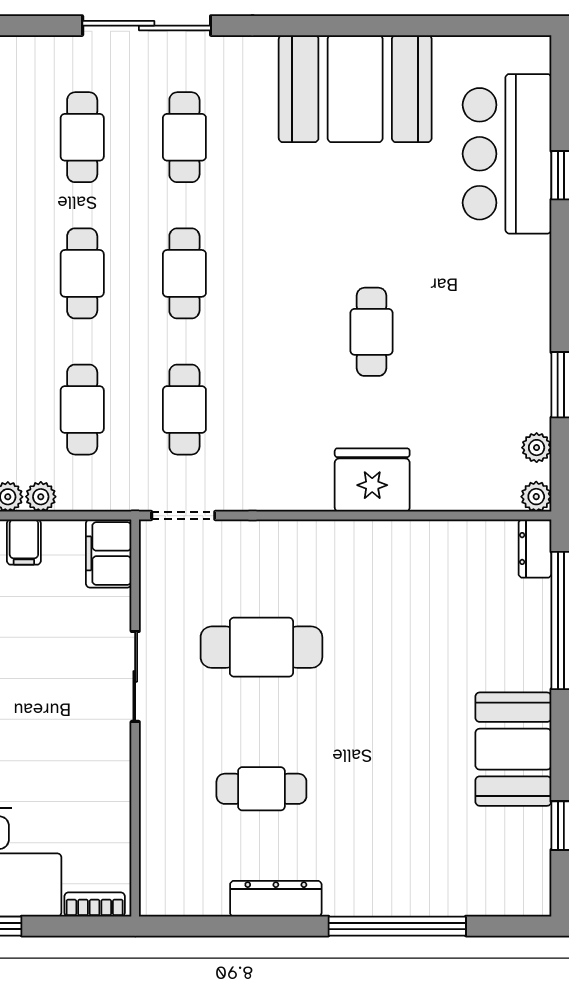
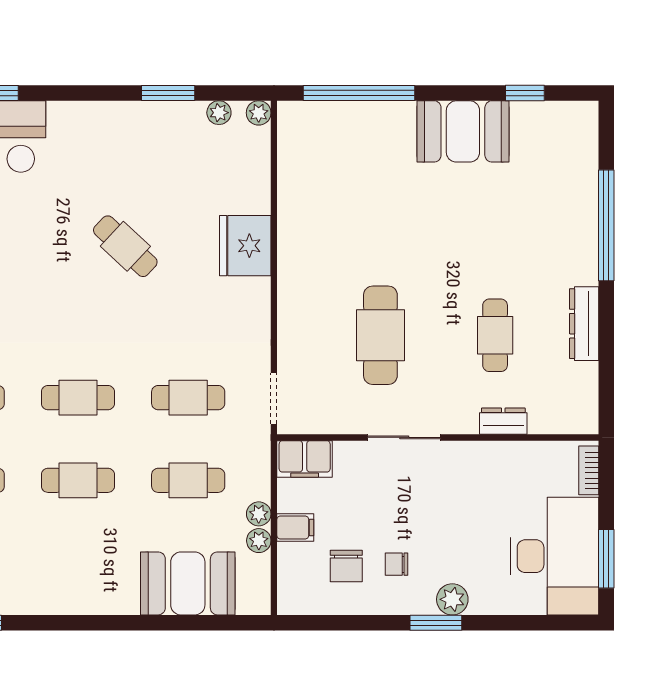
cafe table: (372, 332) -> (125, 246), turned 43
dresser: (535, 549) -> (503, 421), moved, turned 180

